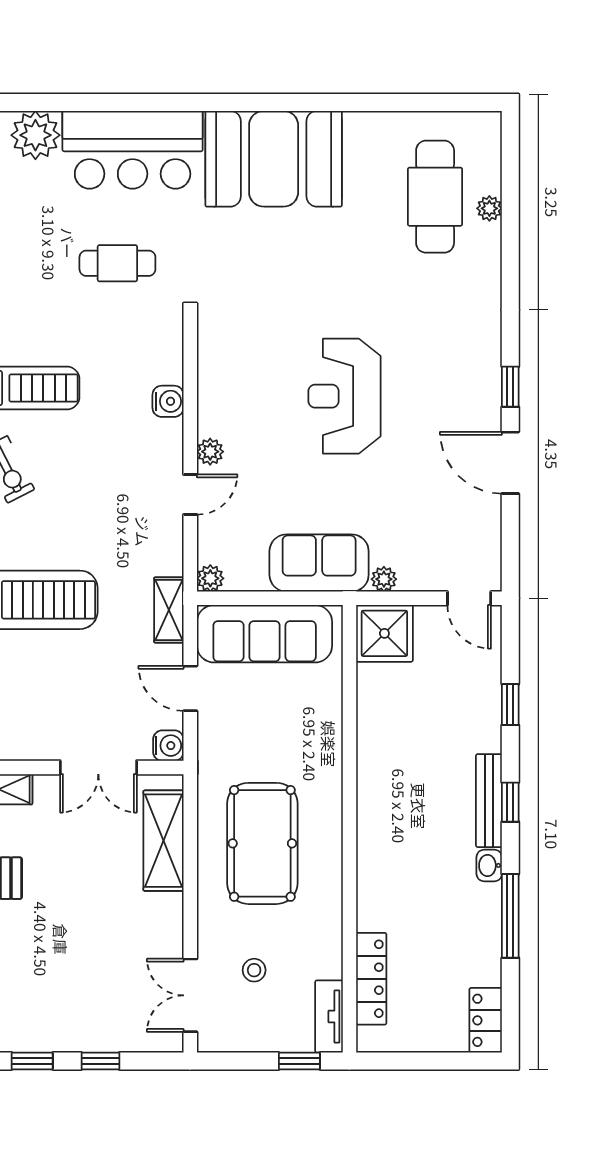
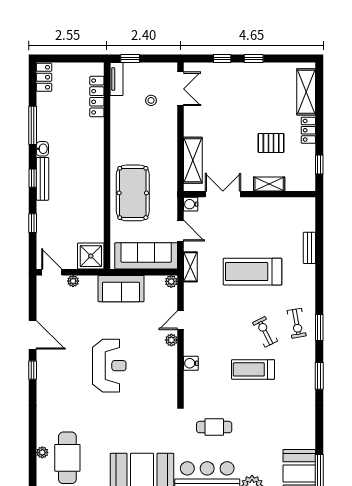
plant: (384, 579) -> (73, 281), moved
pool table: (262, 843) -> (133, 193), moved

